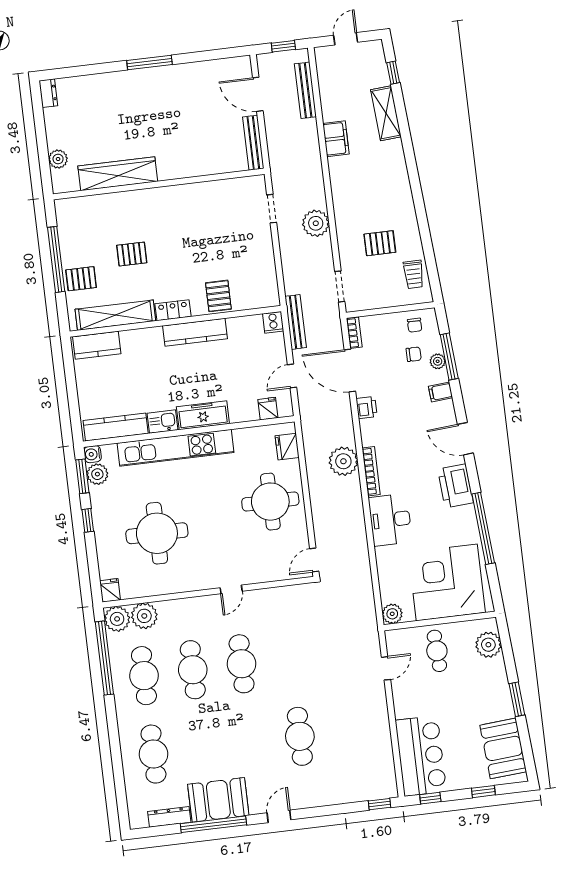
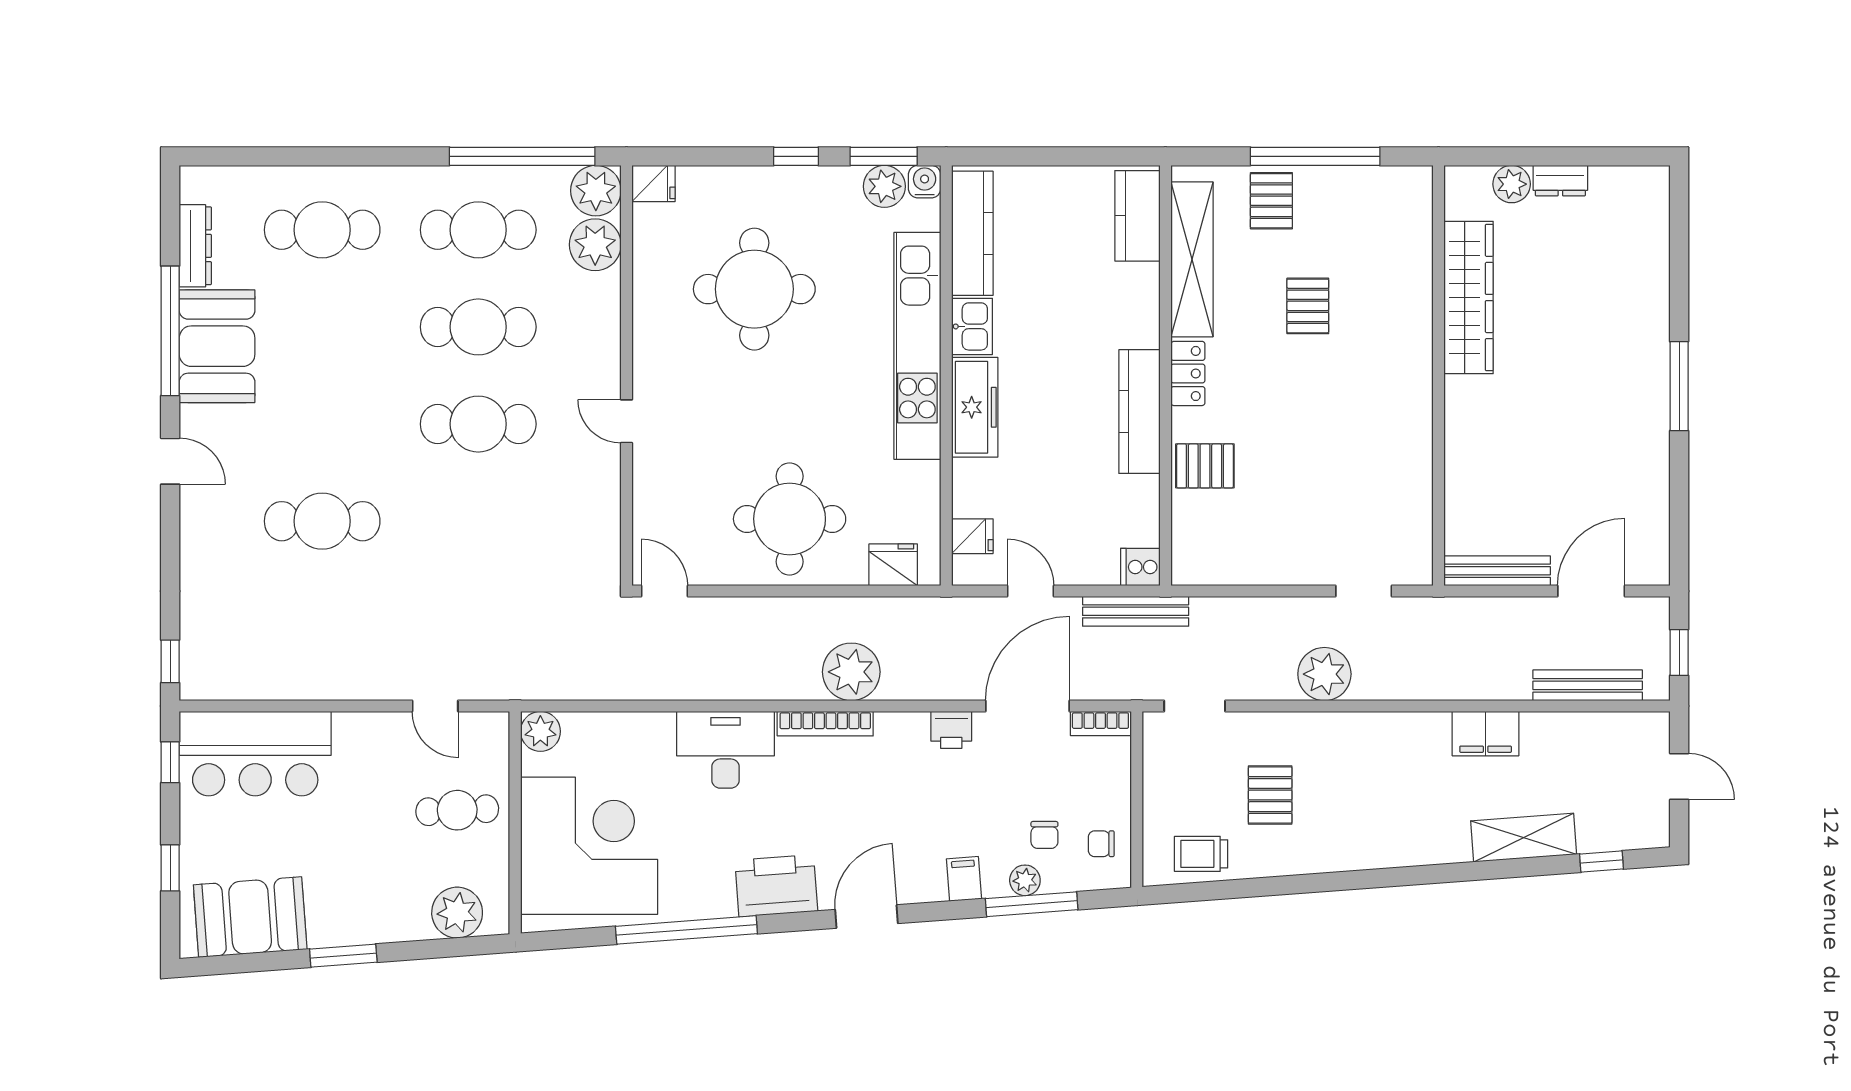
dresser: (48, 93) -> (1560, 181), moved

